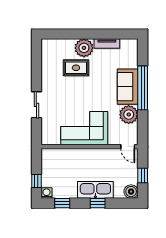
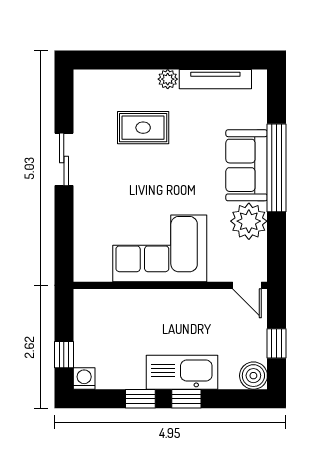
tv unit: (107, 44) -> (215, 79), width x1.41
plant: (84, 48) -> (168, 79), width x0.53, depth x0.53
sliding door: (36, 105) -> (64, 159), moved
window: (62, 203) -> (140, 399), moved

